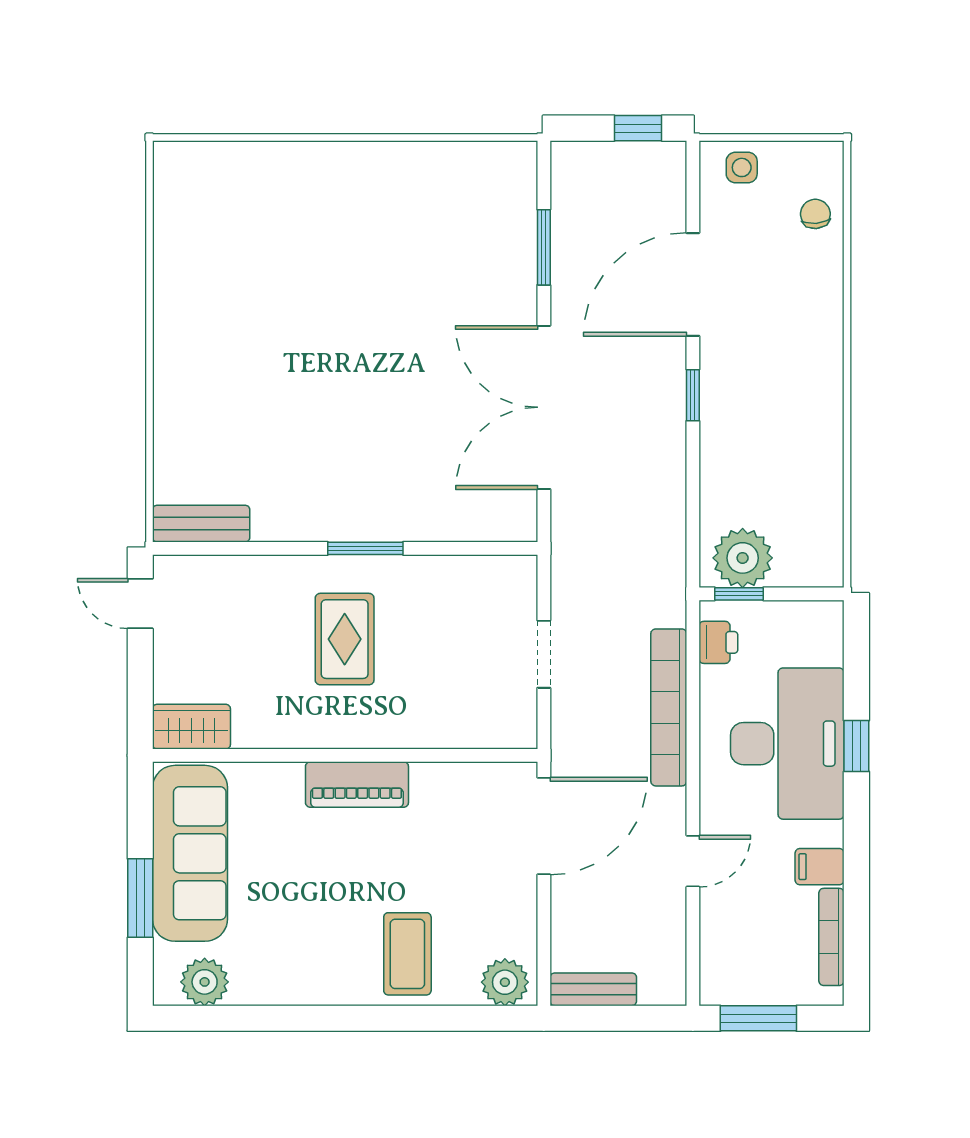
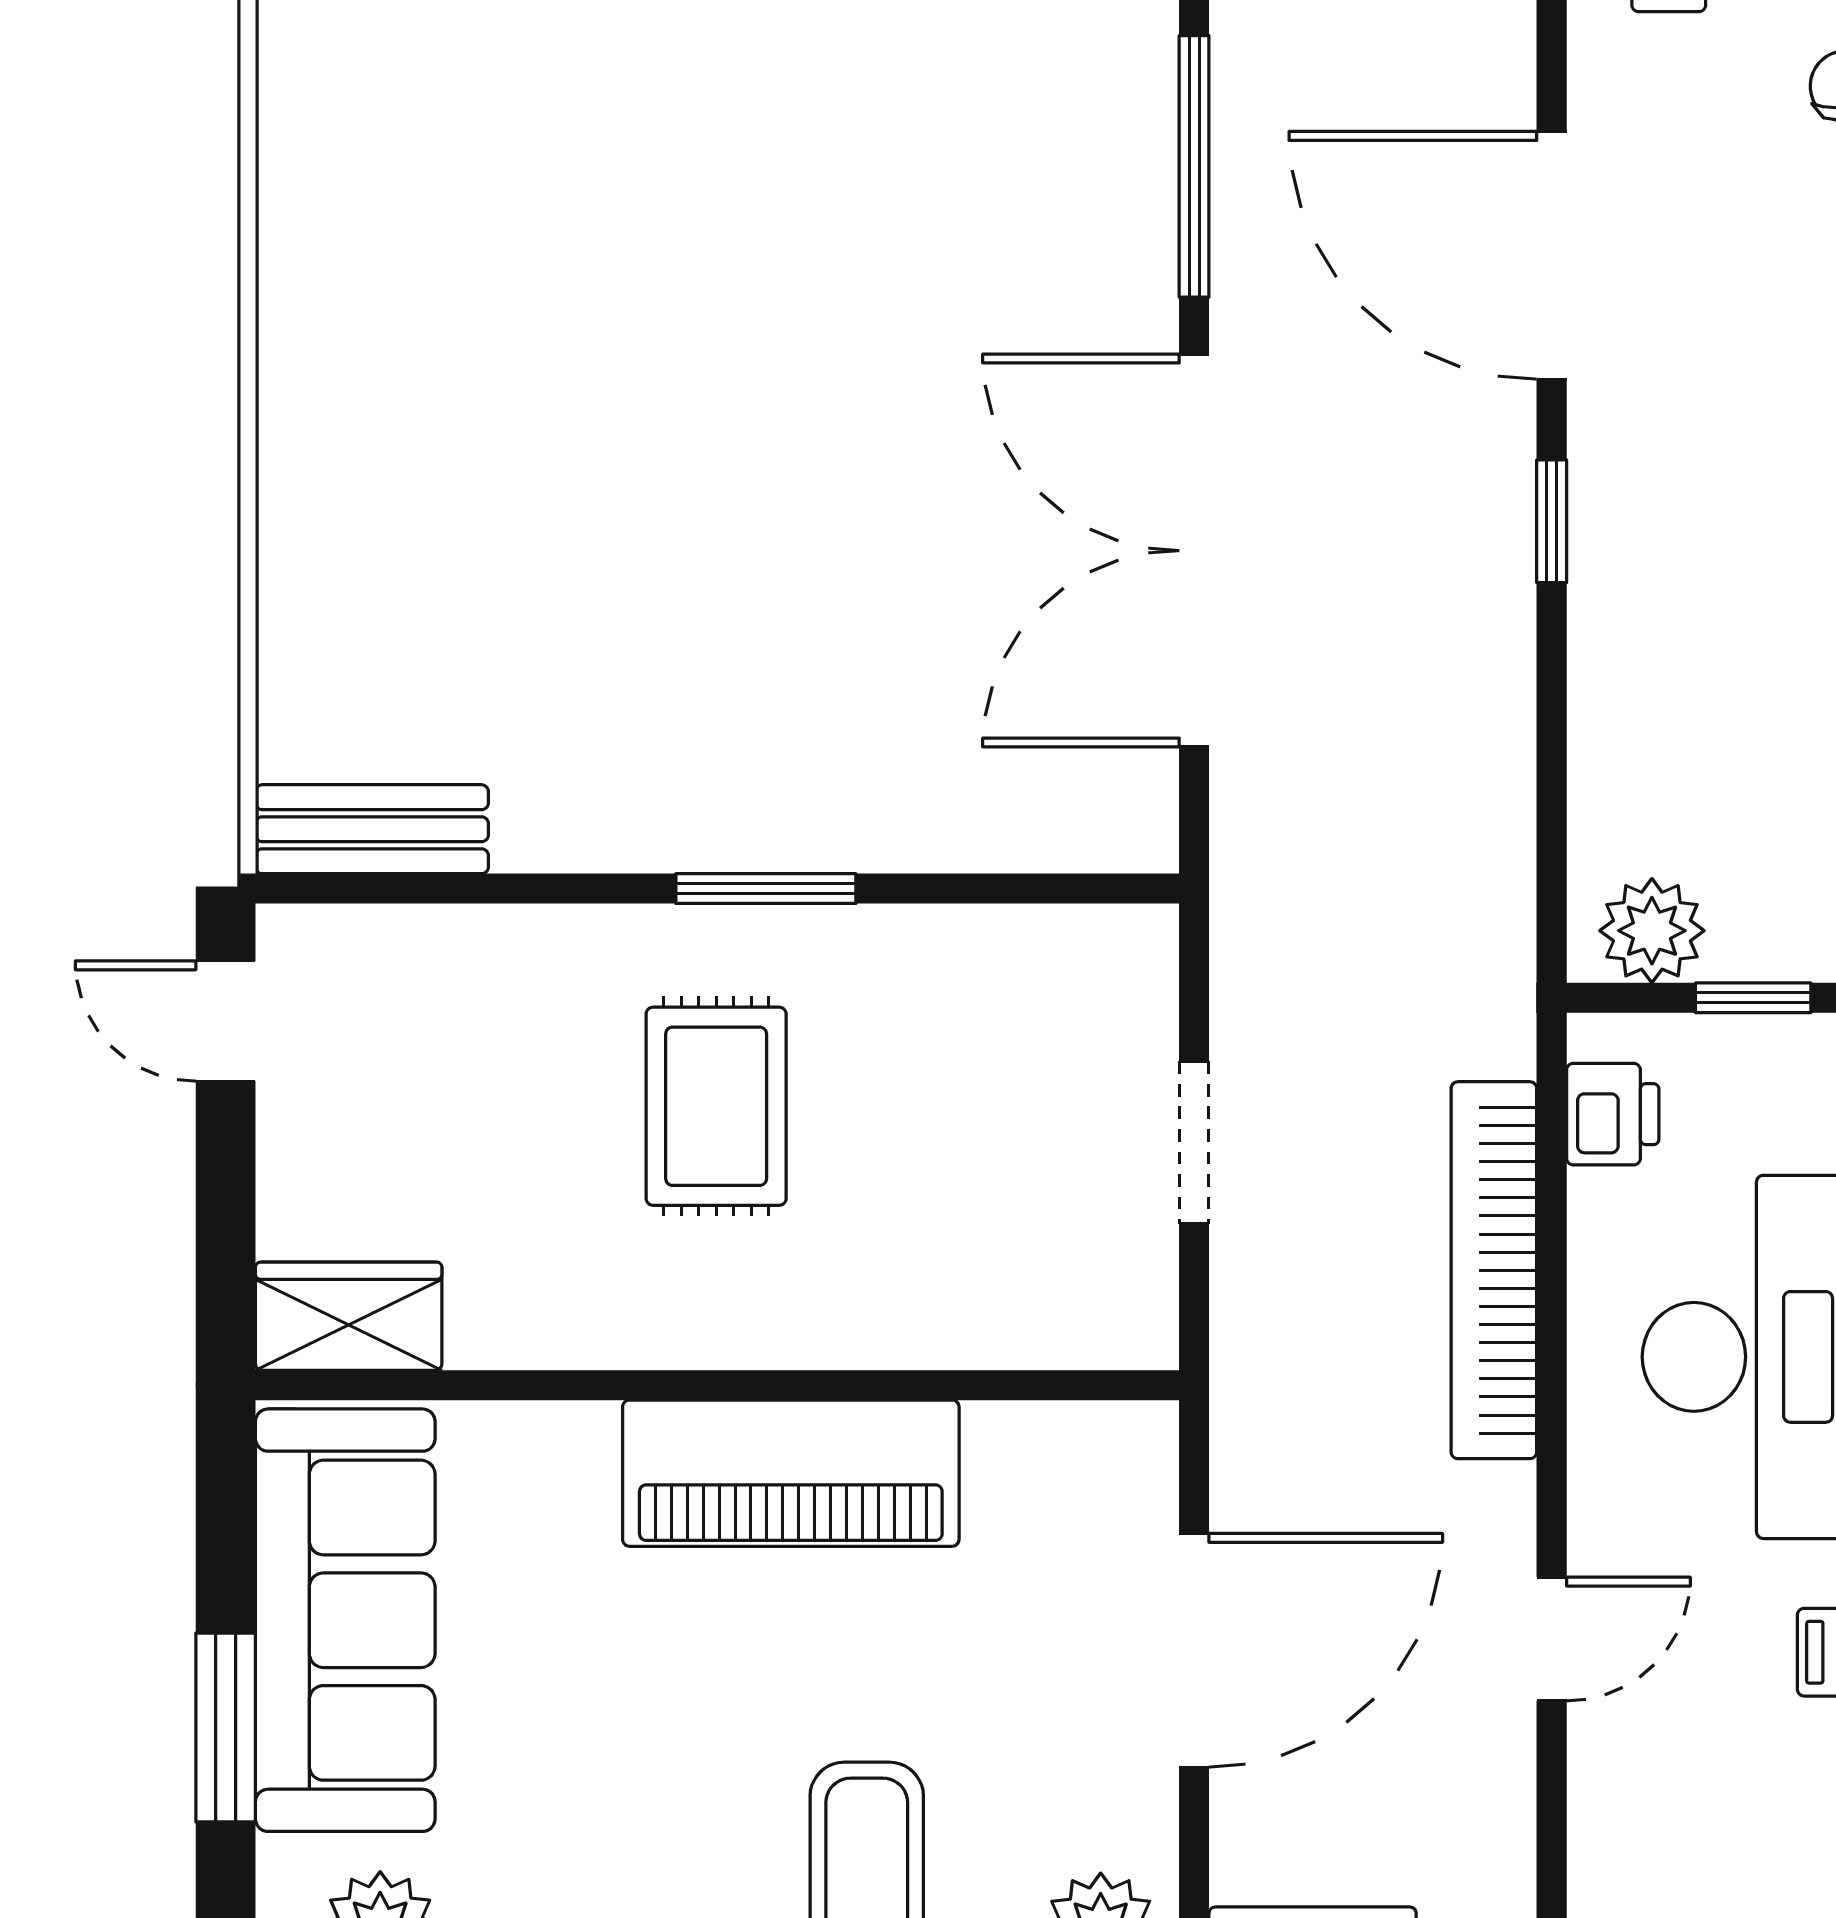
window: (544, 247) -> (1194, 166), width x1.44
door: (693, 284) -> (1552, 255), hinge flipped
plant: (743, 558) -> (1652, 931), width x0.73, depth x0.73
window: (739, 594) -> (1753, 998), moved
piano: (357, 785) -> (791, 1473), width x1.37, depth x1.33
door: (544, 826) -> (1194, 1650), moved

